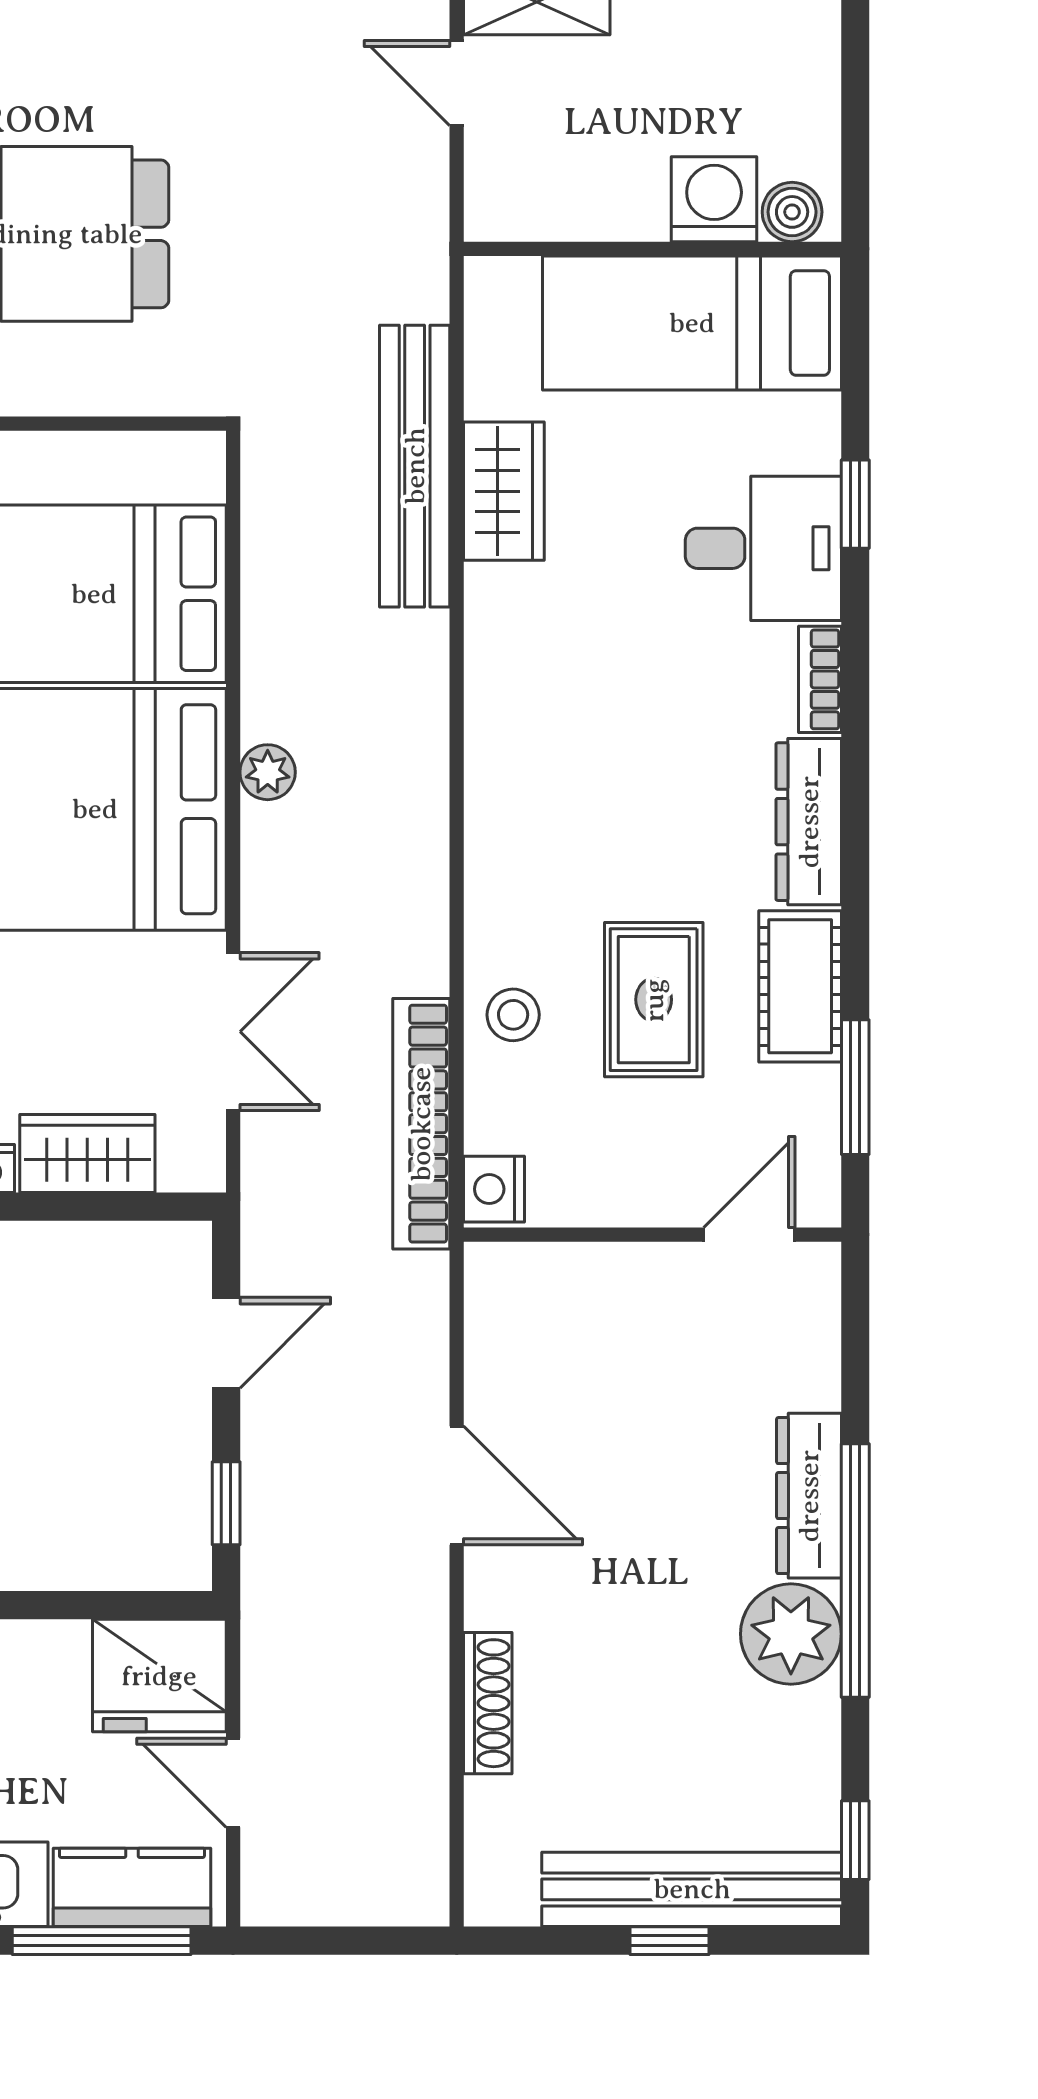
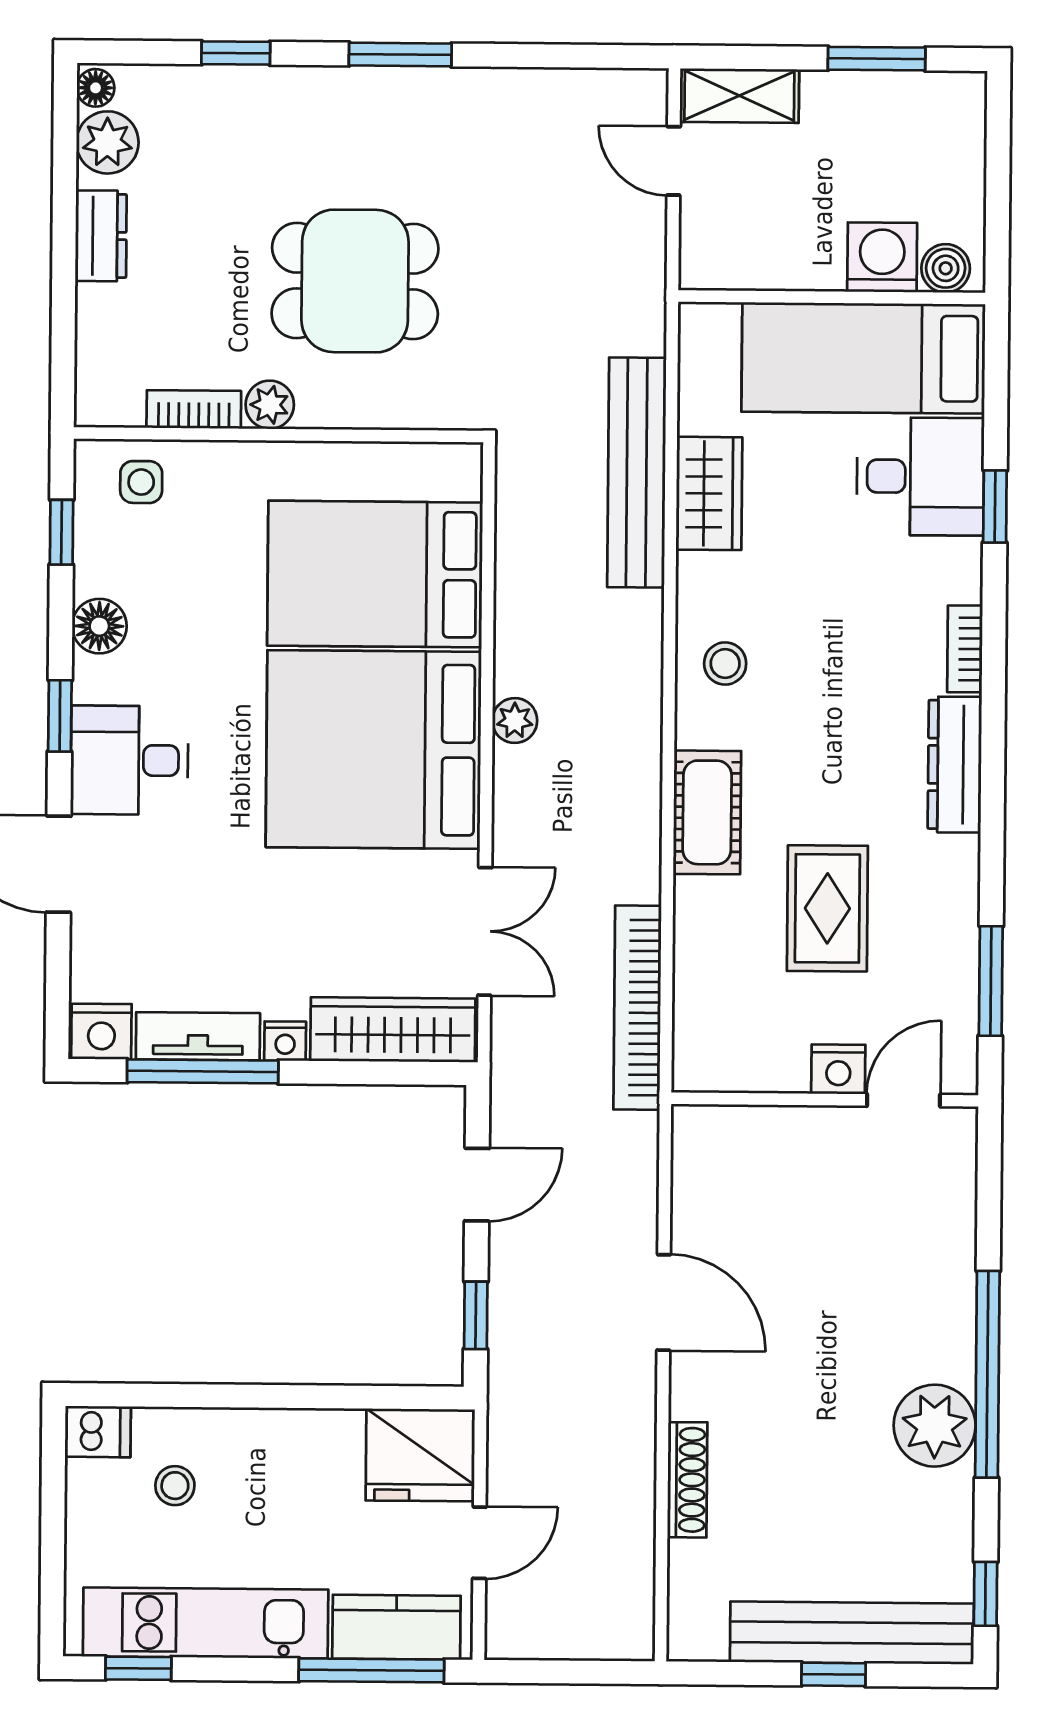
desk: (763, 548) -> (920, 476), moved
cot: (800, 986) -> (707, 812), moved
stool: (513, 1015) -> (725, 664), moved
wardrobe: (87, 1153) -> (393, 1030), width x1.50
nightstand: (494, 1189) -> (838, 1069), moved, turned -90
dresser: (809, 1496) -> (950, 1313), removed
door: (233, 1783) -> (479, 1543), swing flipped

